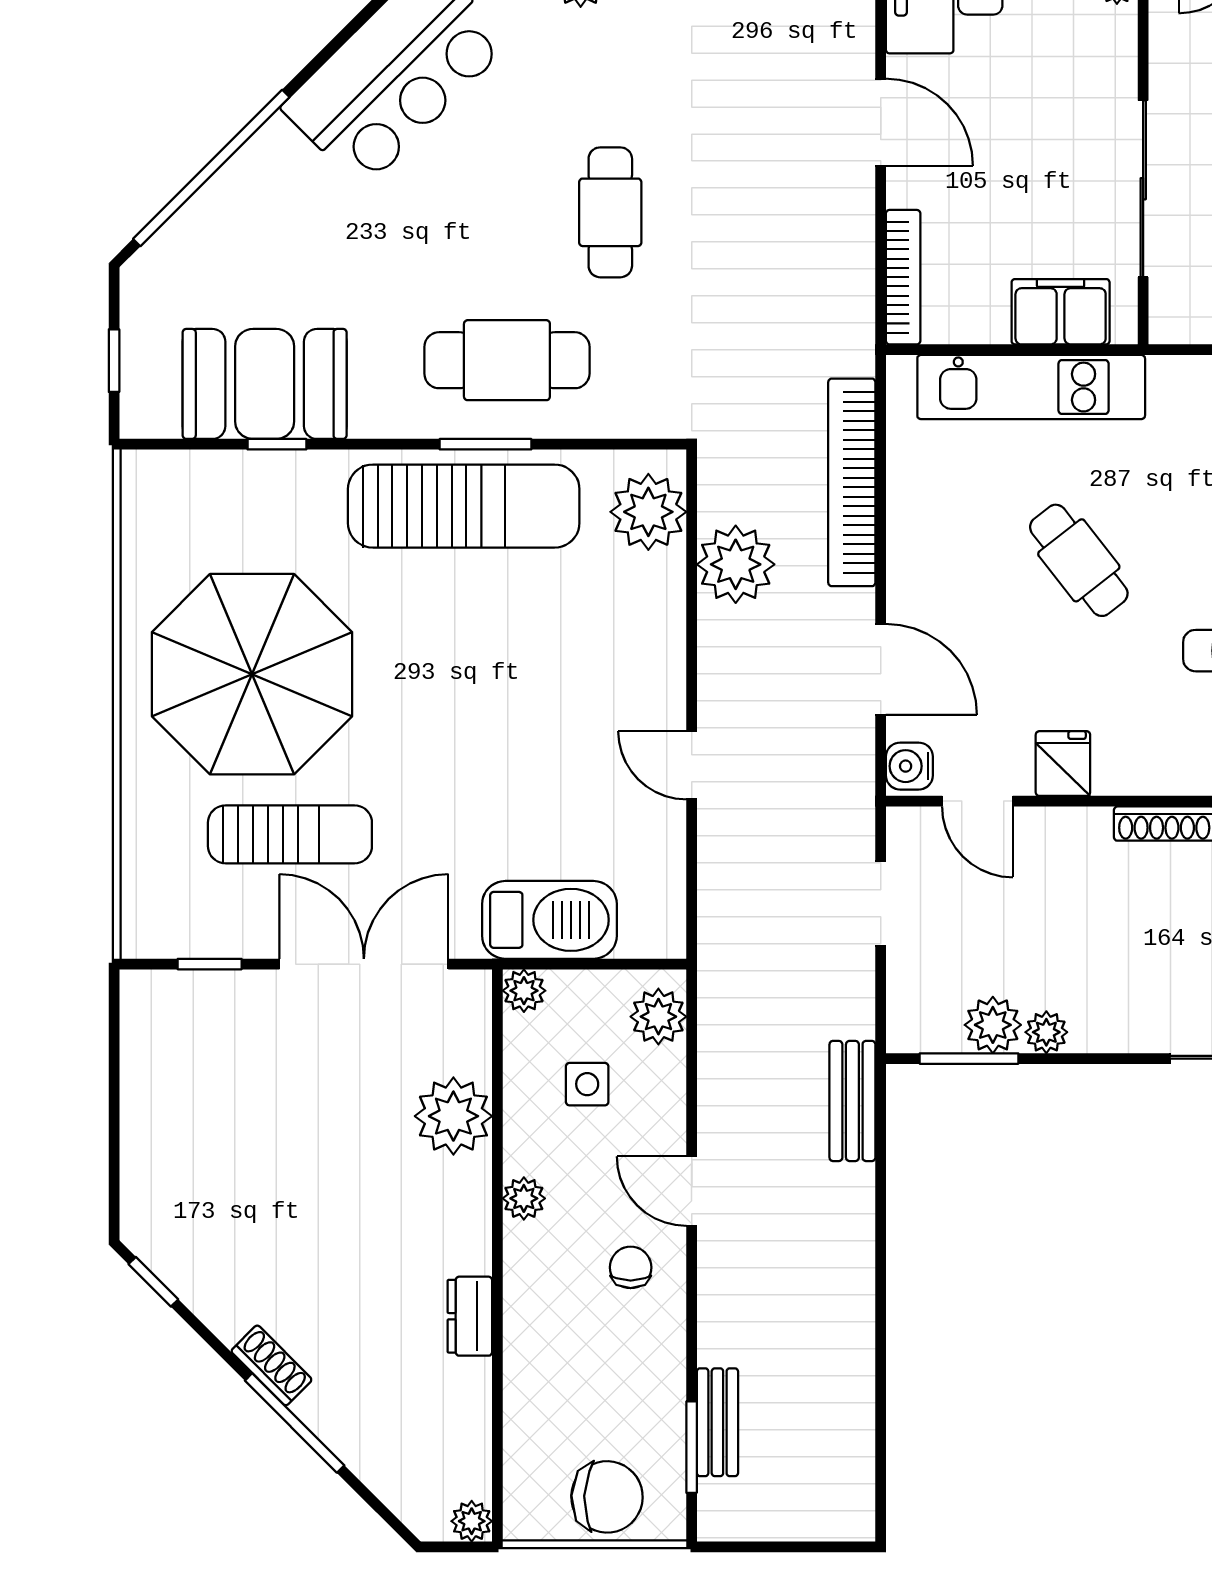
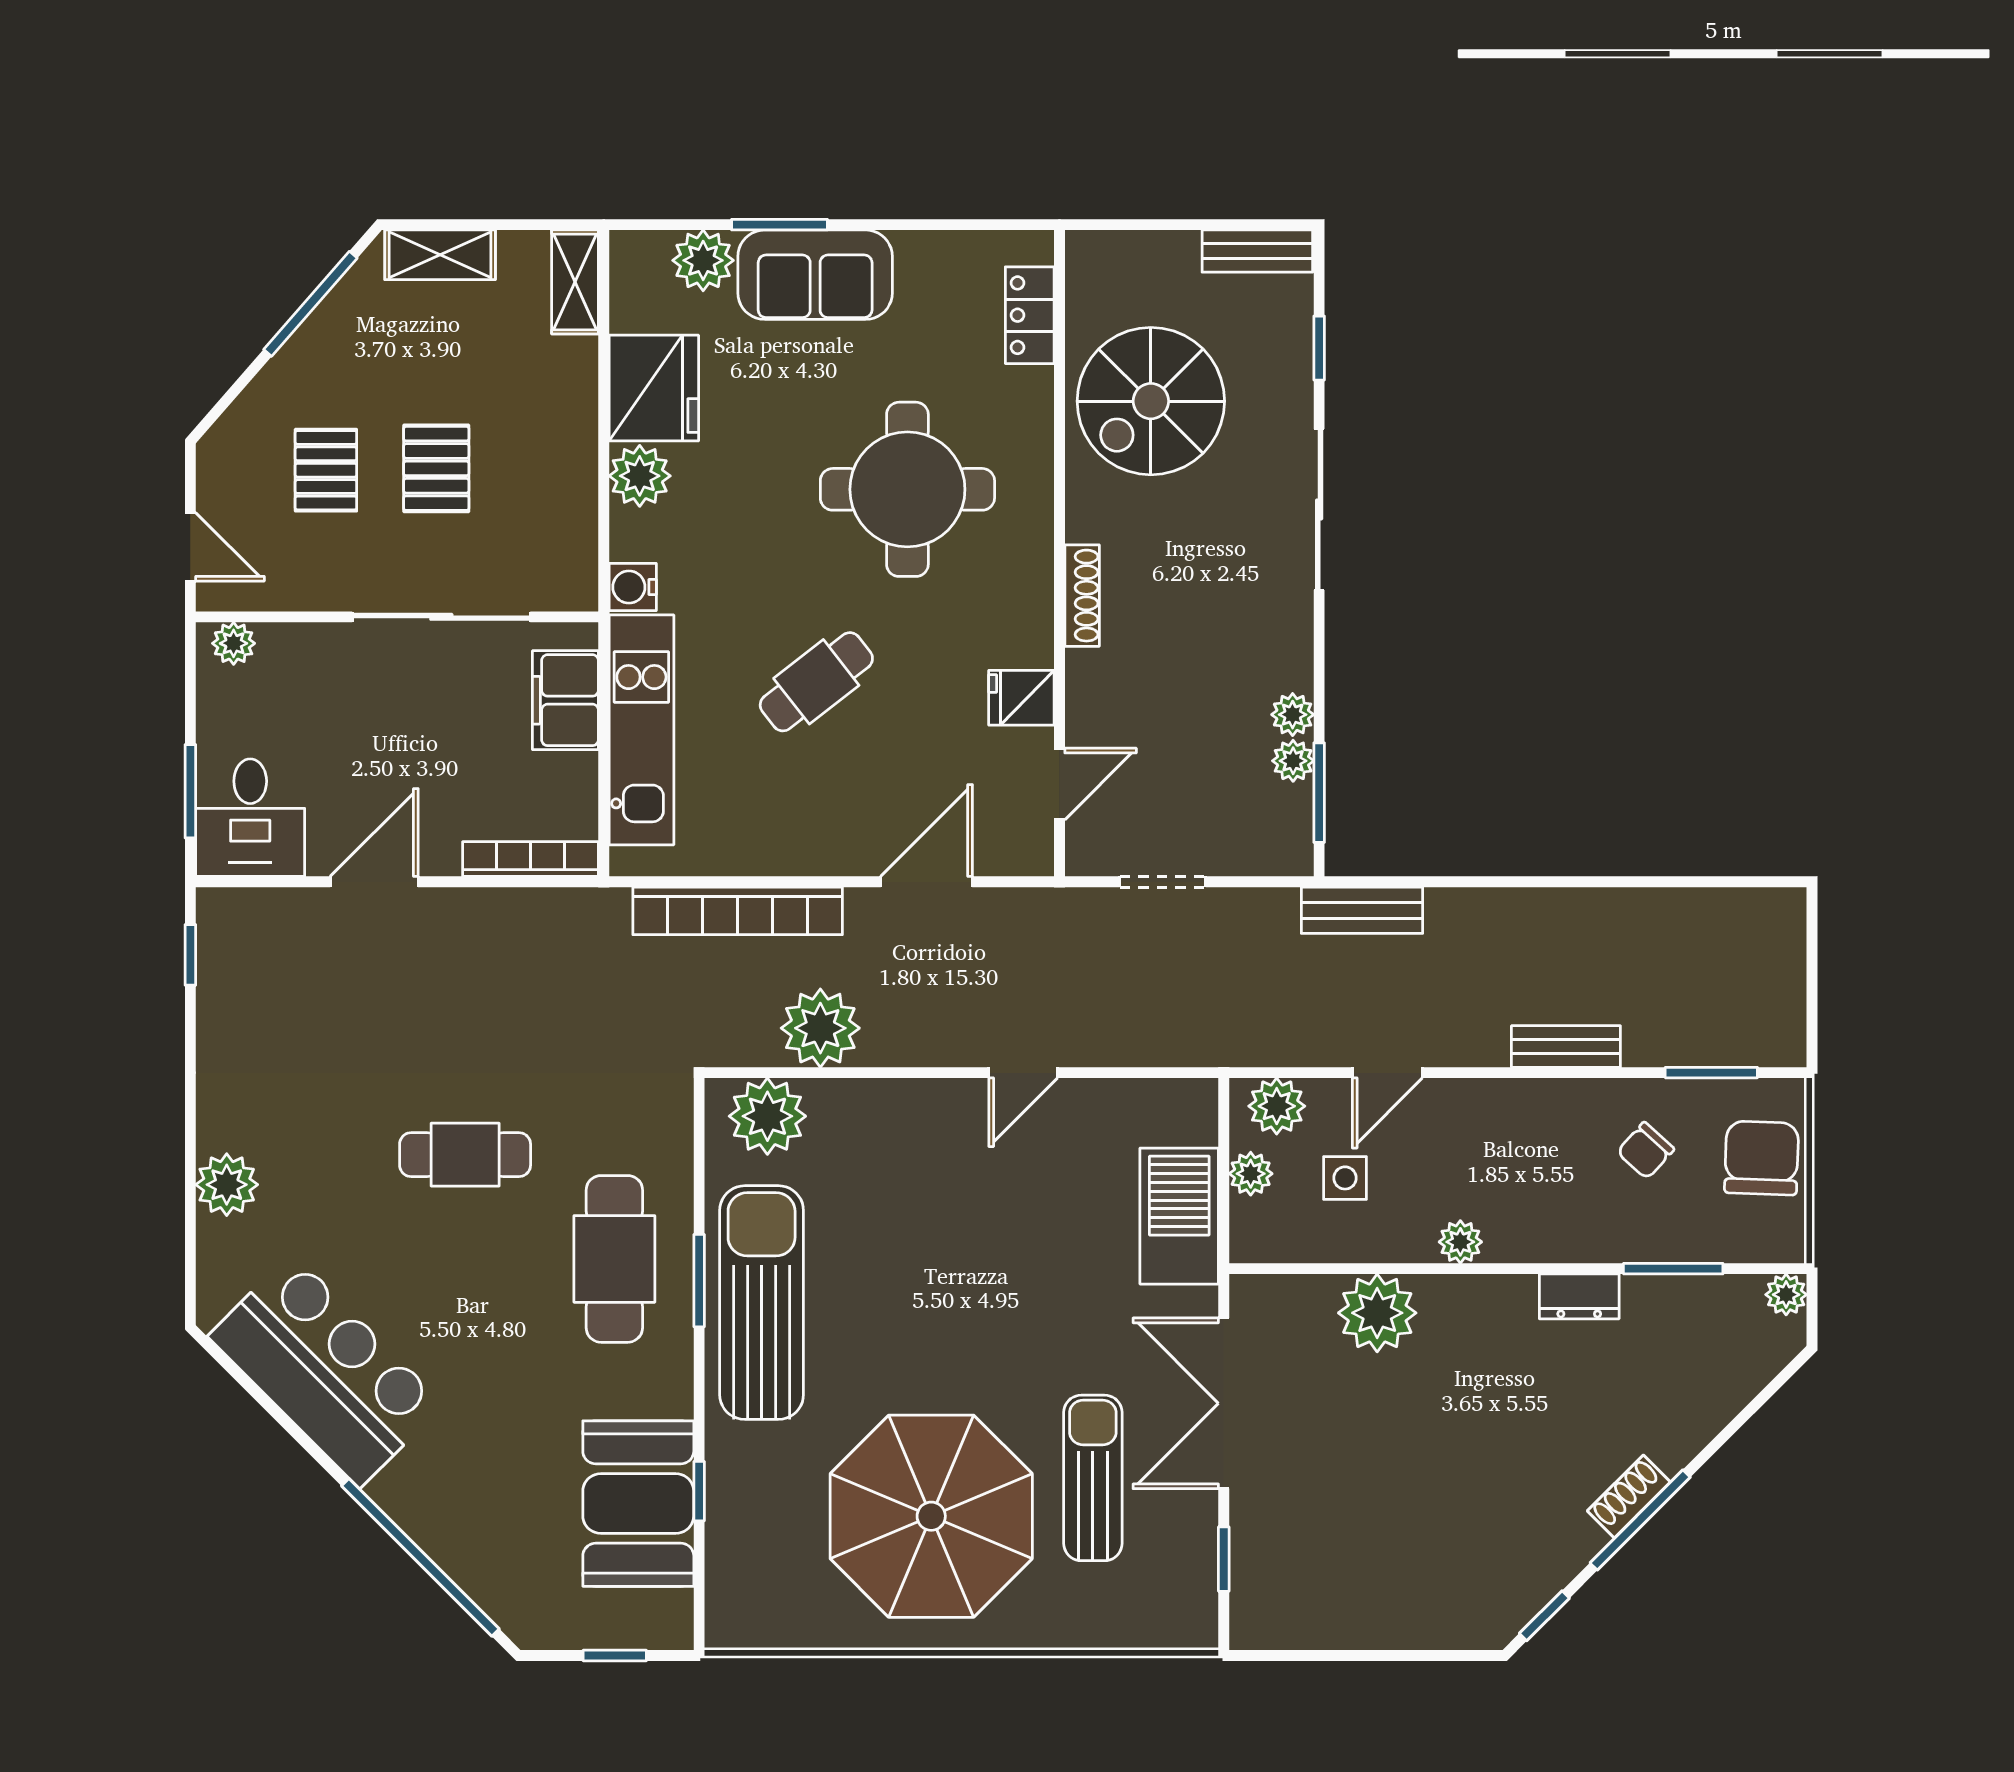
water cooler: (909, 766) -> (633, 587), moved, turned 90
plant: (524, 991) -> (1251, 1174), moved
plant: (993, 1025) -> (1293, 761), width x0.73, depth x0.73
door: (692, 1191) -> (1387, 1073), moved
chair: (631, 1267) -> (1646, 1151), moved, turned -48
window: (497, 1409) -> (1673, 1269), added
bench: (717, 1422) -> (1566, 1046), moved
window: (295, 1423) -> (1640, 1520), moved

